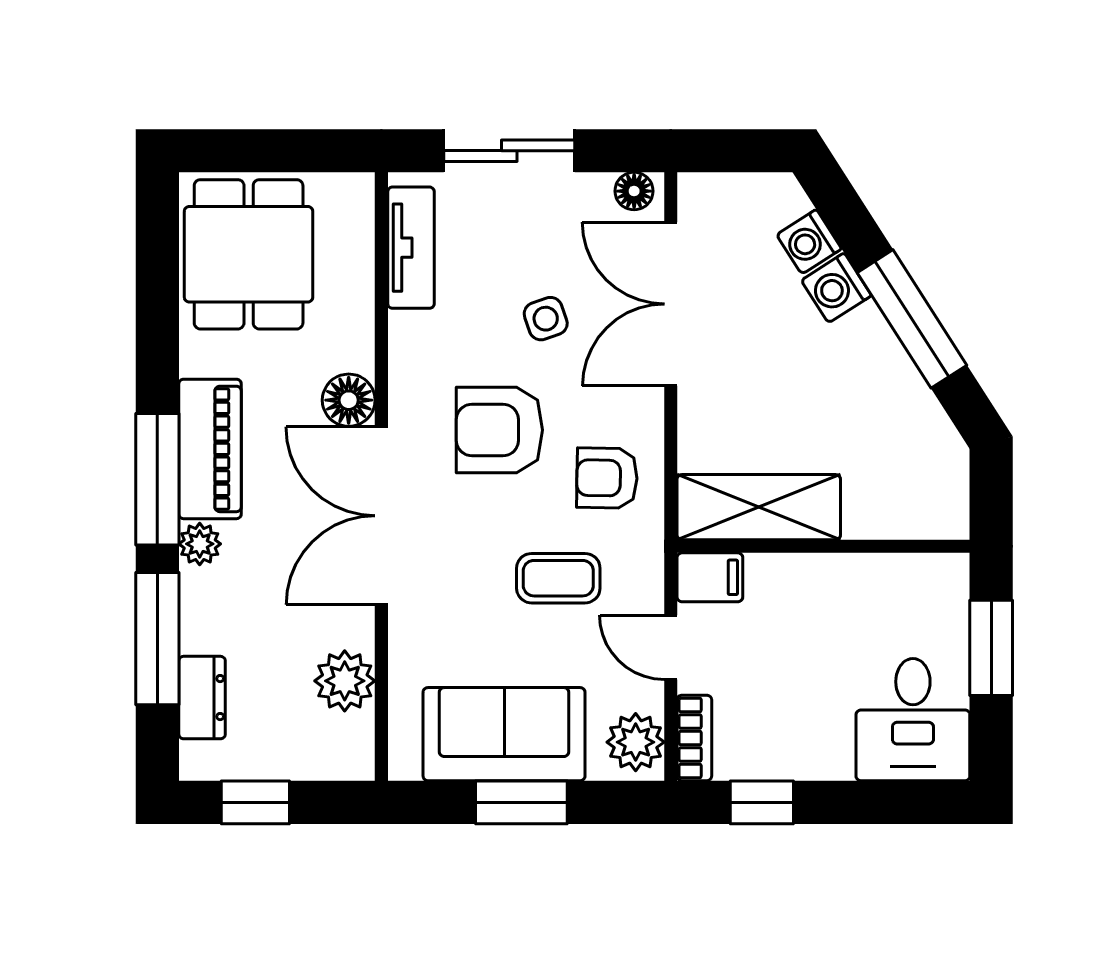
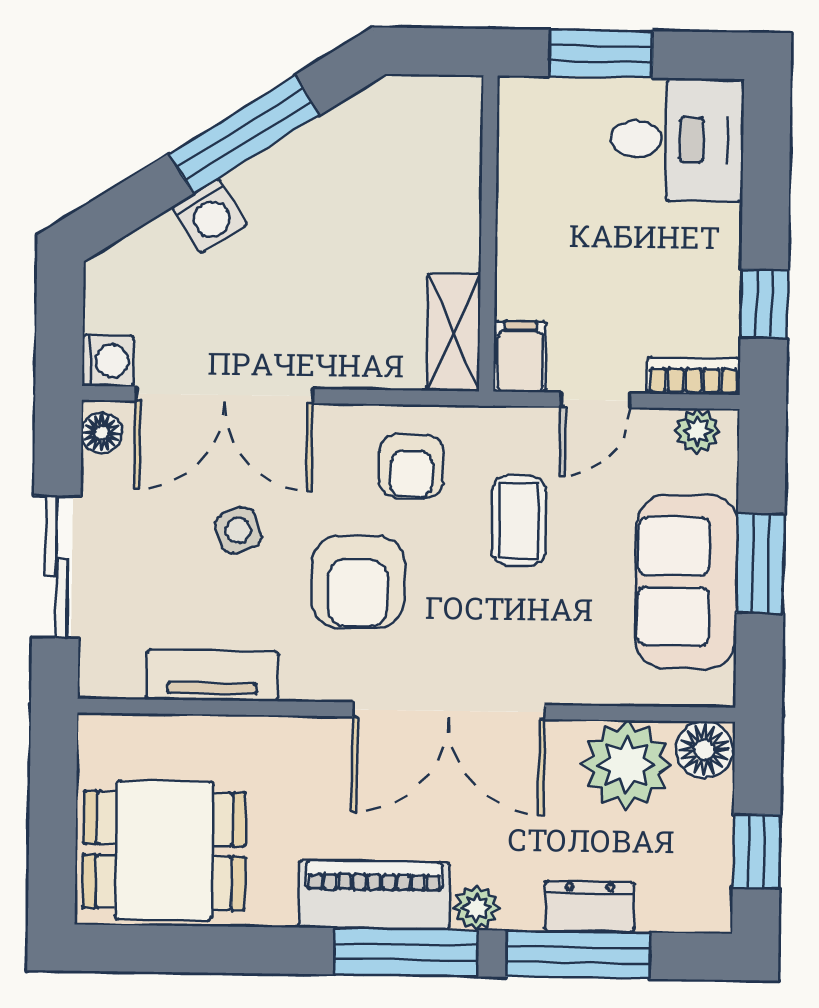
washing machine: (809, 242) -> (108, 361), moved, turned -57
tv unit: (411, 248) -> (212, 675), moved
floor lamp: (349, 400) -> (704, 750), moved
shelving: (759, 507) -> (454, 332), width x0.67, depth x0.75
plant: (345, 681) -> (626, 765), width x1.36, depth x1.36
dresser: (202, 698) -> (590, 907), moved
plant: (636, 742) -> (697, 431), width x0.73, depth x0.73

